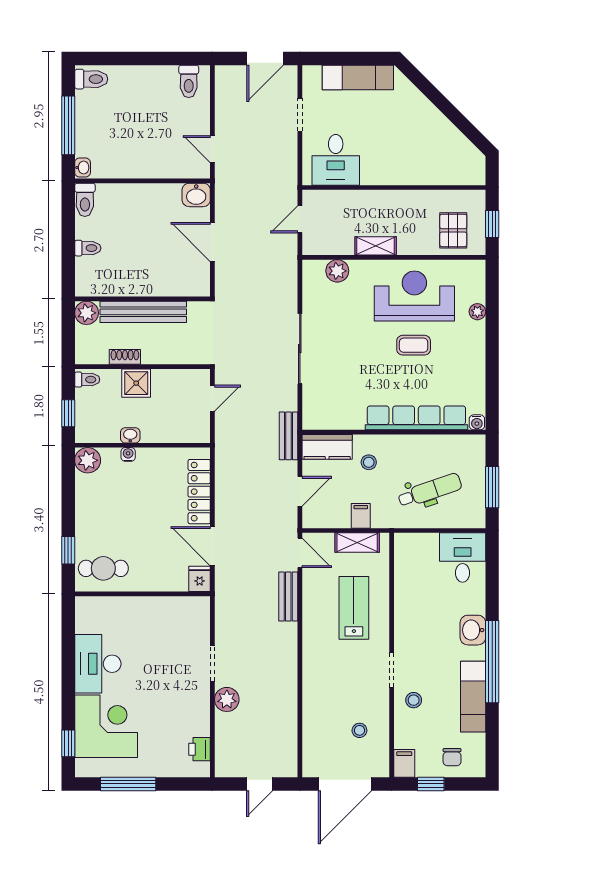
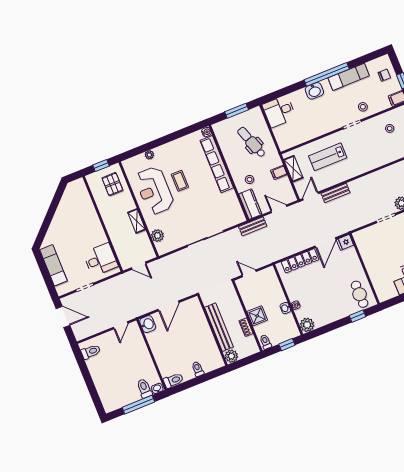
toilet: (91, 79) -> (144, 388), moved
pallet: (453, 230) -> (112, 184), turned 90

